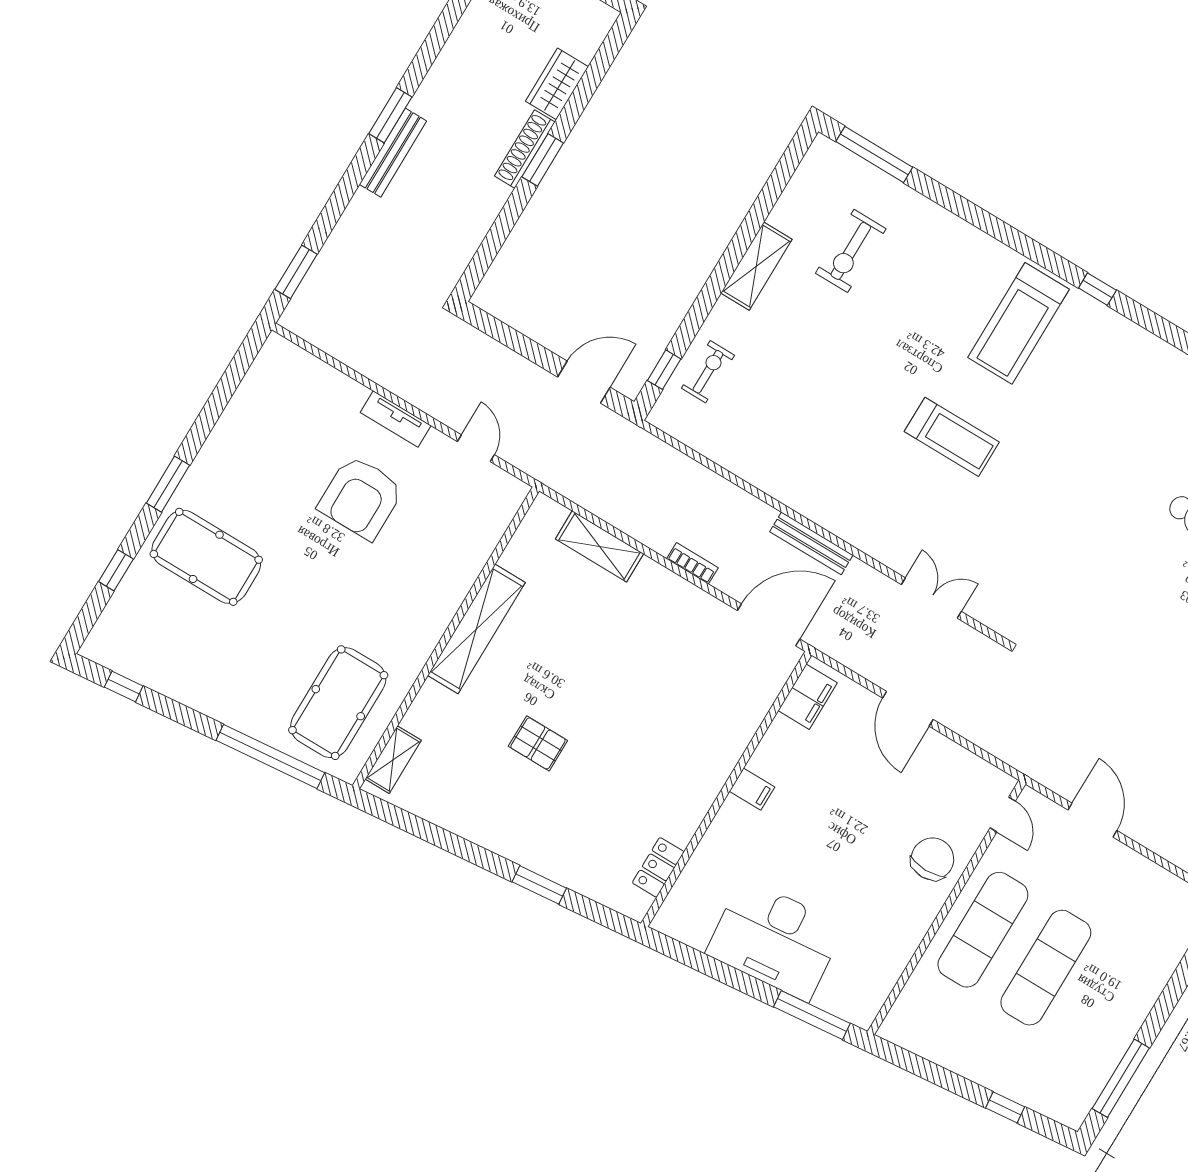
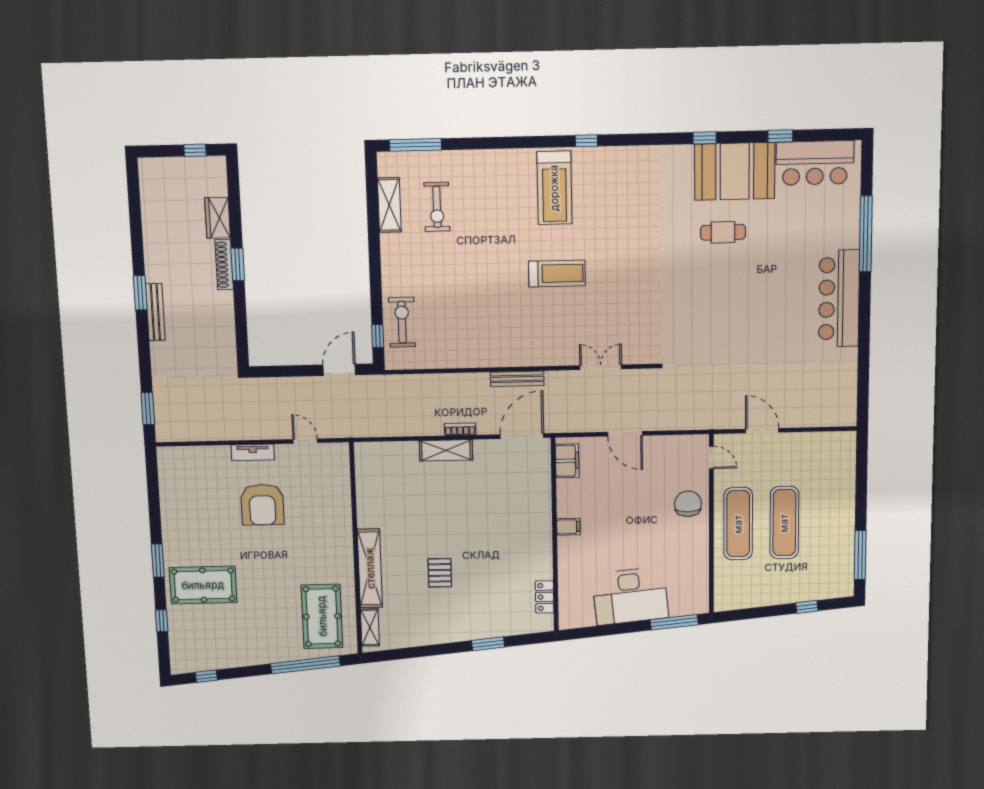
shelving: (756, 266) -> (389, 205), moved
exercise bike: (708, 372) -> (402, 322), width x1.38, depth x1.39
shelving: (599, 546) -> (446, 450), moved
shelving: (476, 629) -> (370, 568), moved
pallet: (538, 743) -> (440, 573), turned 90

